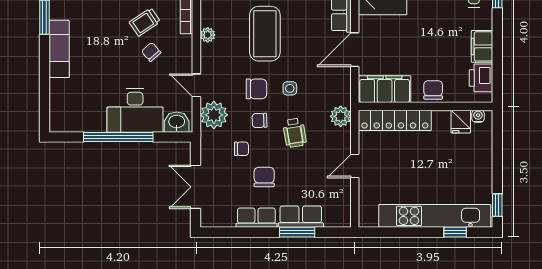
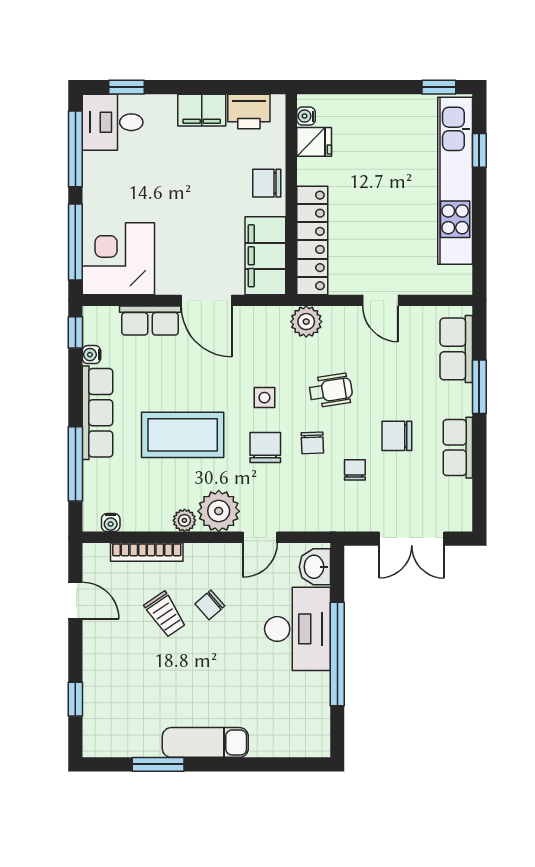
plant: (214, 115) -> (219, 511), moved
row of seats: (301, 217) -> (456, 349), moved

